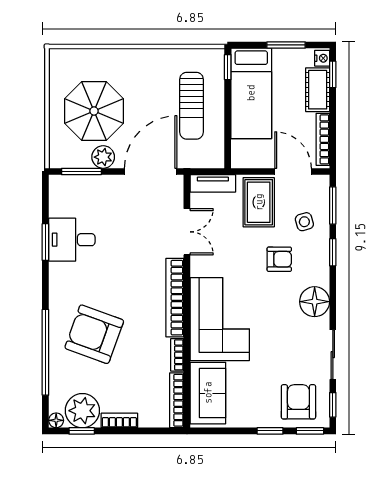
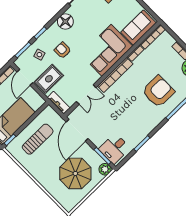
plant: (103, 157) -> (105, 169), moved
door: (151, 172) -> (77, 130), hinge flipped
double door: (187, 232) -> (86, 95), swing flipped
desk: (72, 240) -> (114, 148), moved, turned 90
armchair: (94, 334) -> (158, 91), turned -110

